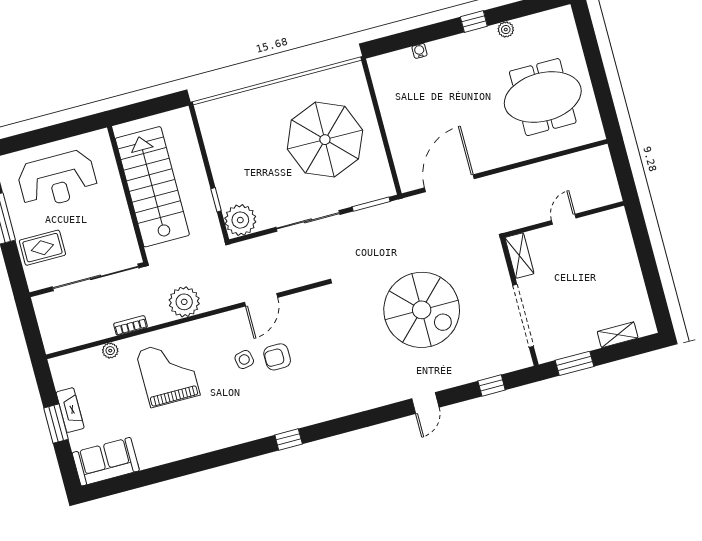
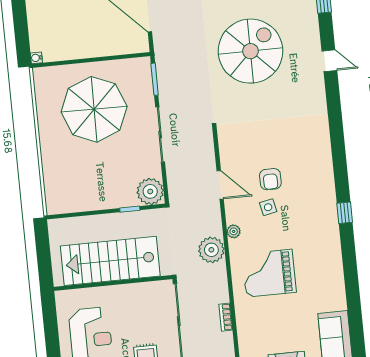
water cooler: (419, 51) -> (36, 58), moved
bookcase: (130, 325) -> (226, 317), moved
plant: (110, 351) -> (234, 231), moved
window: (289, 439) -> (345, 213), moved

